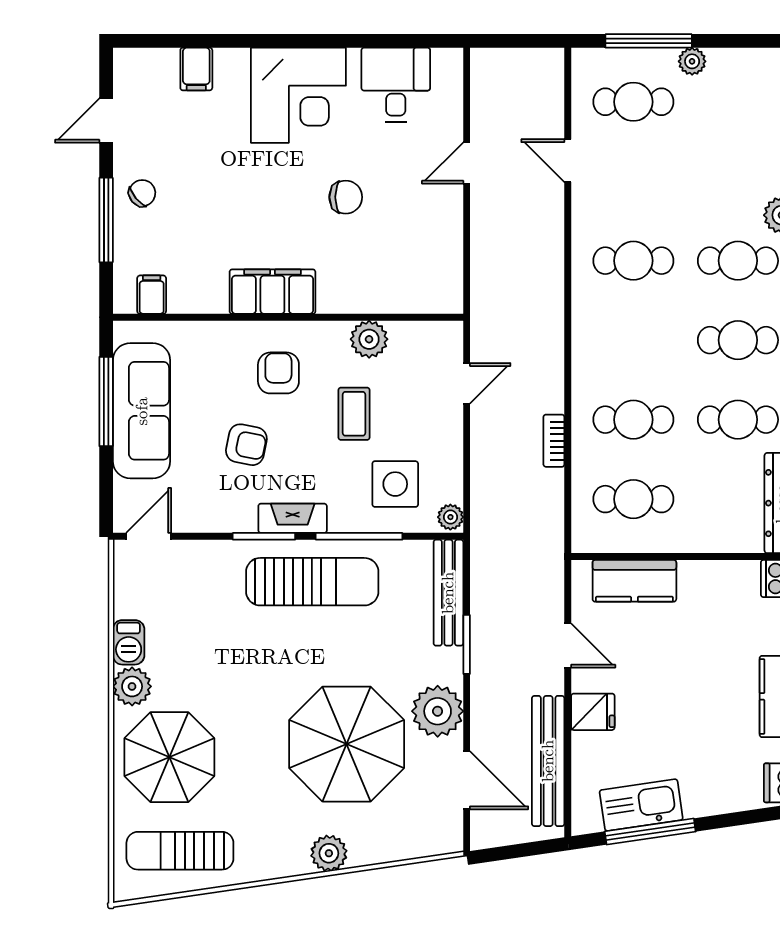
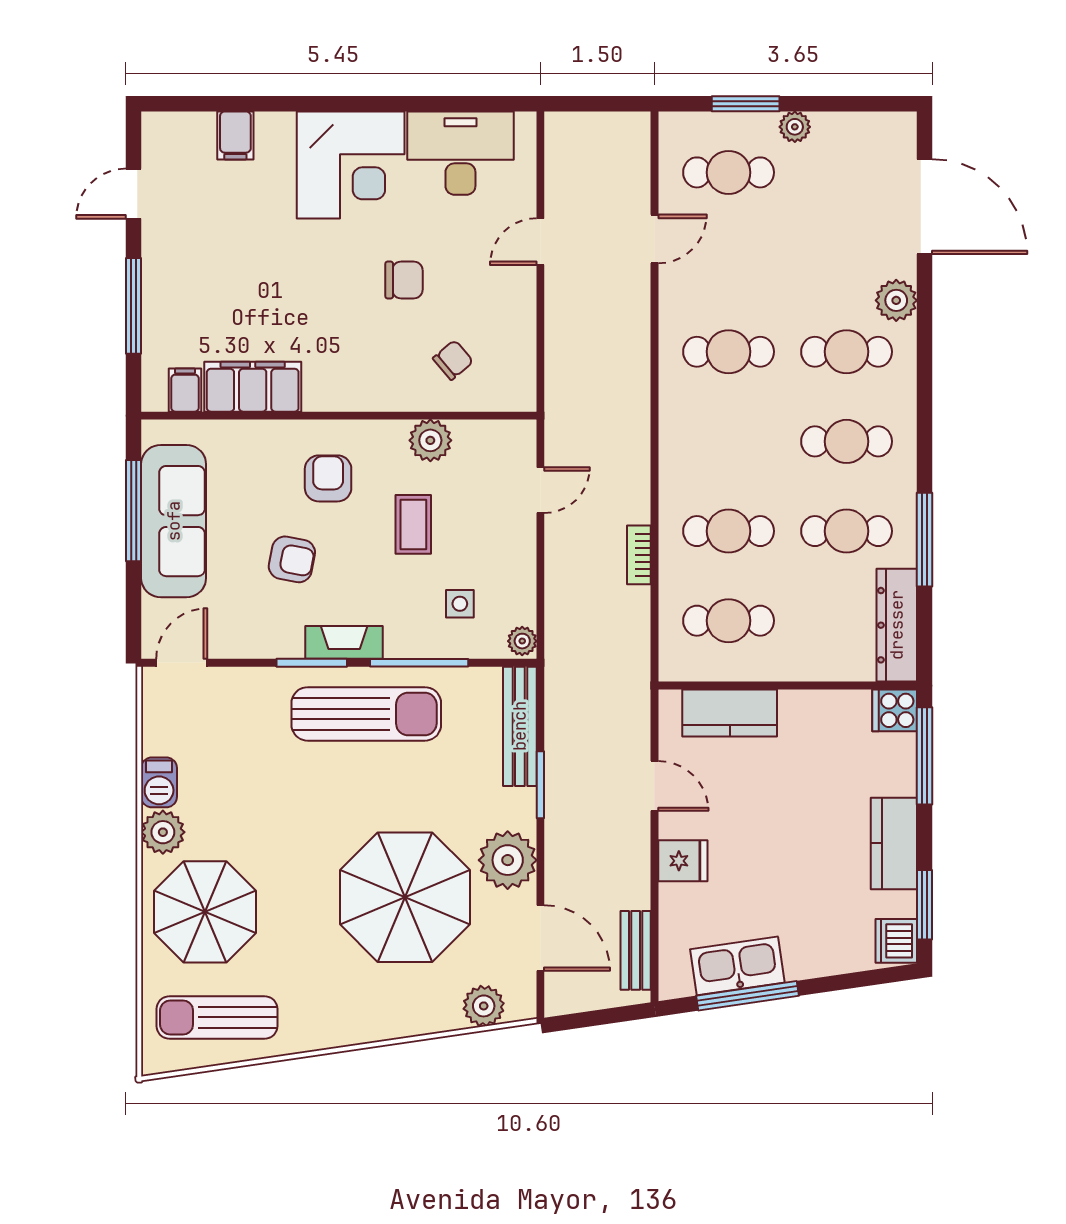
window: (649, 41) -> (746, 104), width x0.69
desk: (396, 85) -> (460, 153), width x1.37
door: (568, 161) -> (654, 239), swing flipped
chair: (142, 193) -> (453, 360), moved
filing cabinet: (272, 292) -> (253, 387), moved
side table: (395, 484) -> (460, 604), width x0.54, depth x0.54
bench: (548, 761) -> (636, 950), width x0.54, depth x0.82
plant: (329, 853) -> (484, 1006), moved

